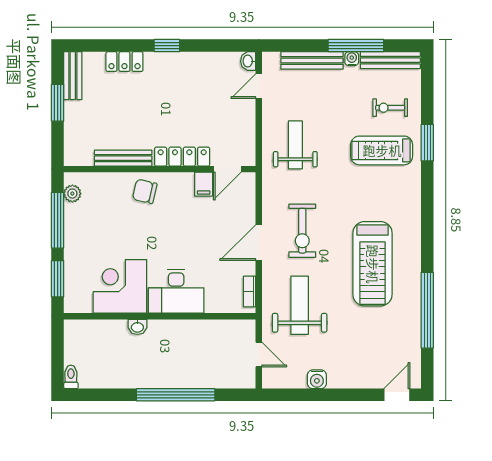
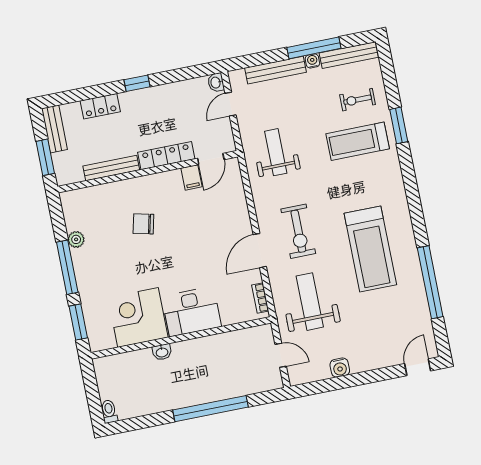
locker: (182, 157) -> (166, 156), moved
bench: (123, 158) -> (111, 168), moved
wall: (160, 169) -> (148, 172), moved
door: (227, 169) -> (211, 159), moved
filing cabinet: (204, 184) -> (192, 177), moved

